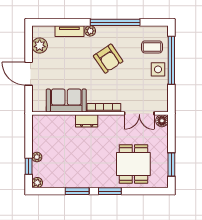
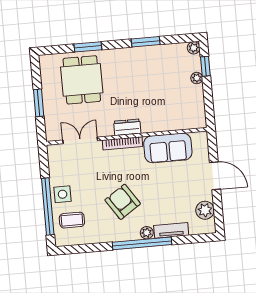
window: (115, 22) -> (142, 243), moved
dresser: (87, 121) -> (127, 127), moved
floor lamp: (162, 121) -> (53, 134), removed
window: (171, 165) -> (39, 103), moved
window: (110, 191) -> (88, 47), moved

